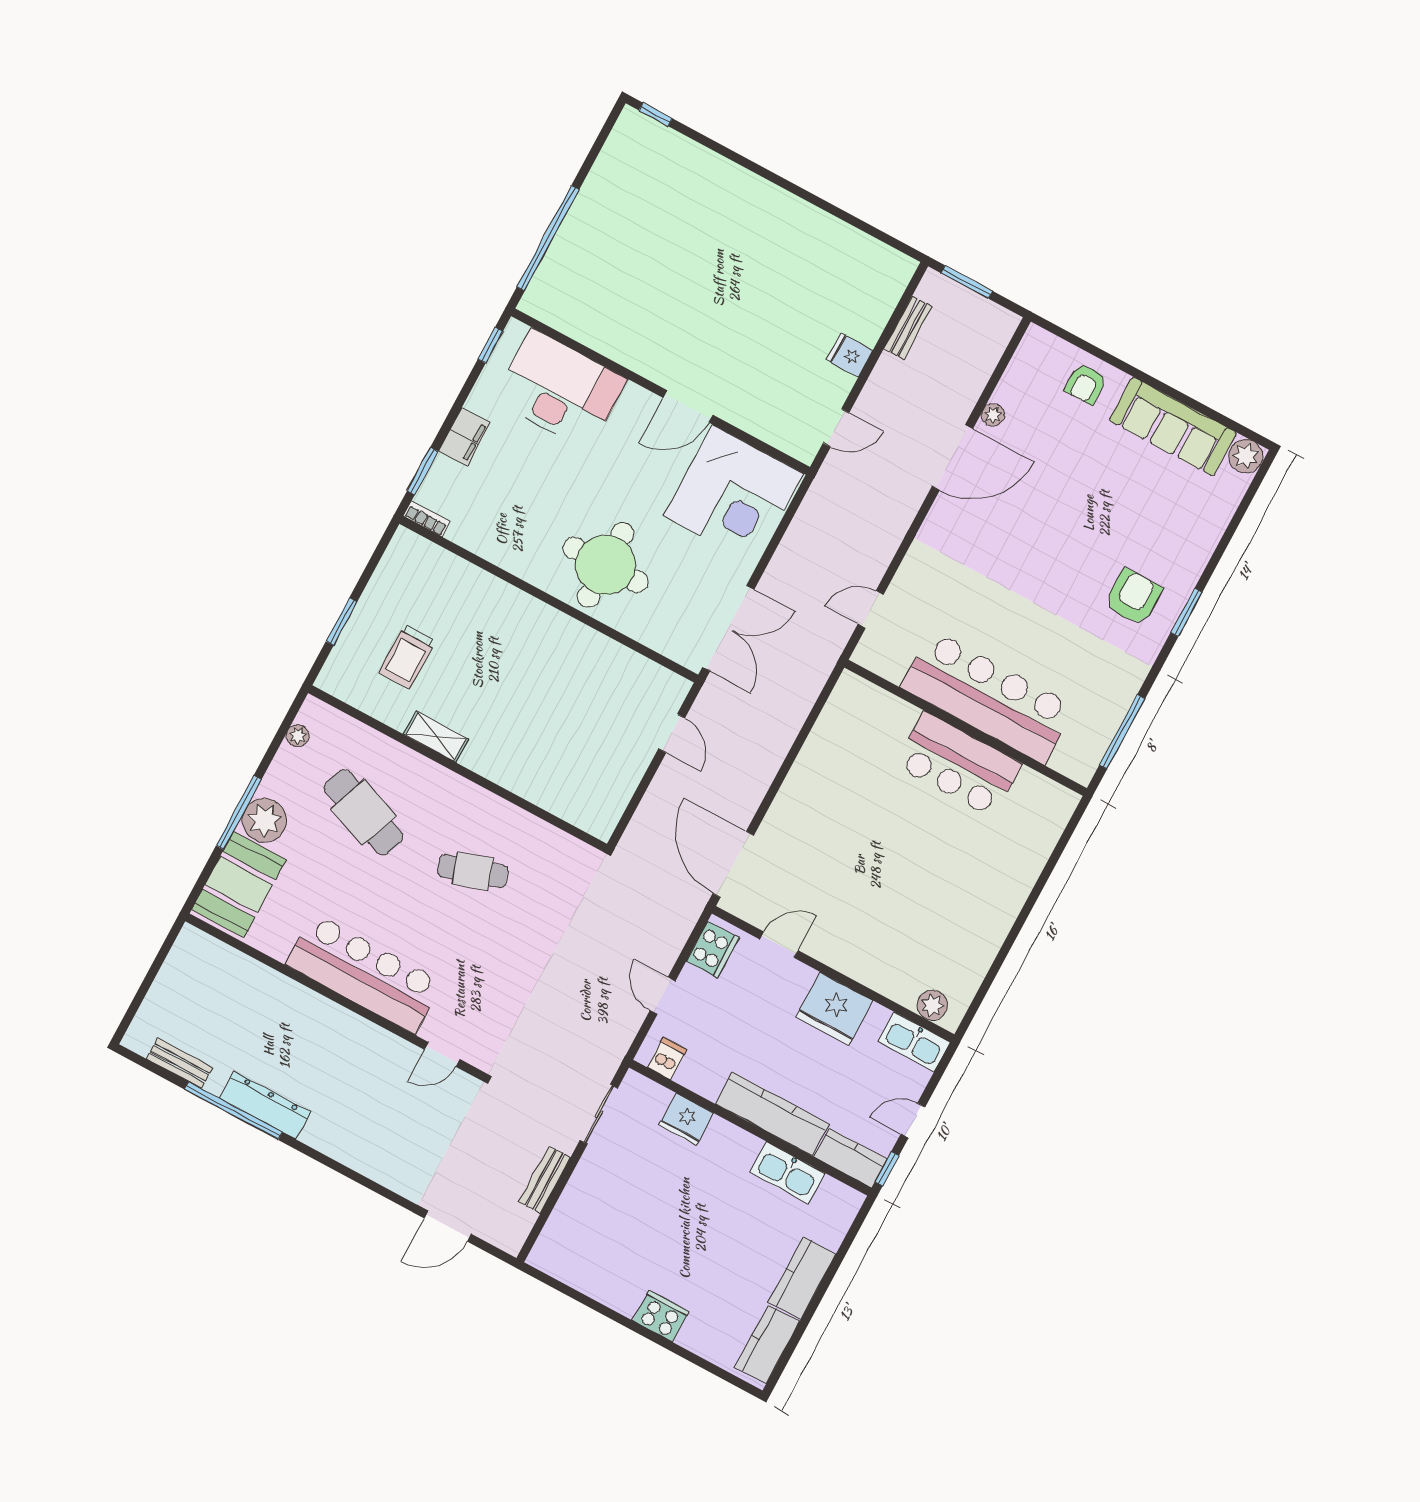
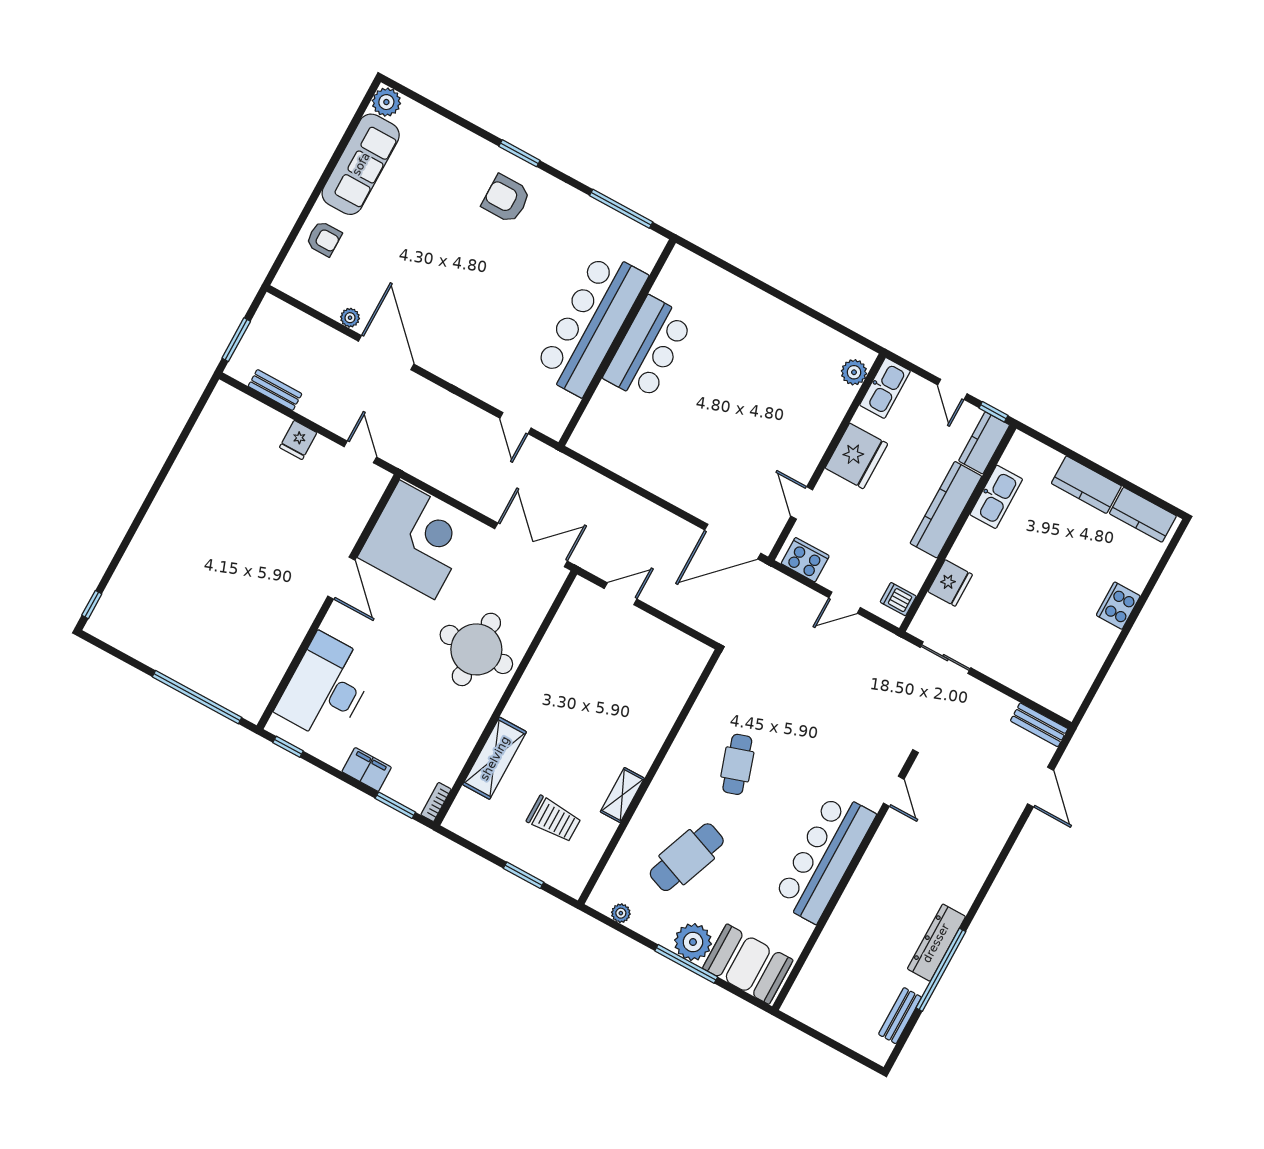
shelving: (478, 587) -> (495, 758), added
bench: (545, 1180) -> (1039, 725), moved

